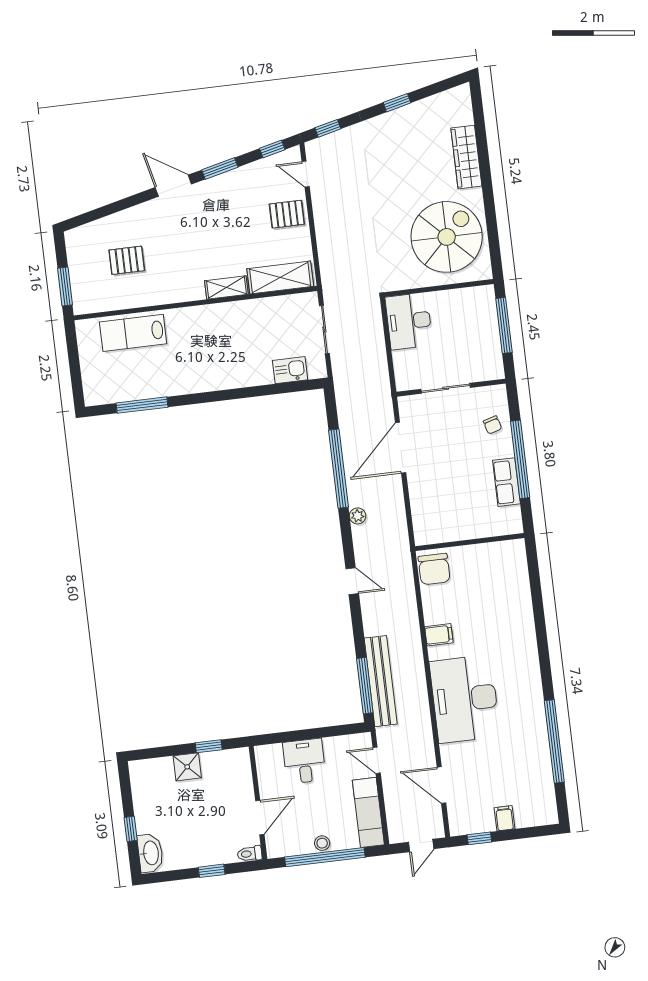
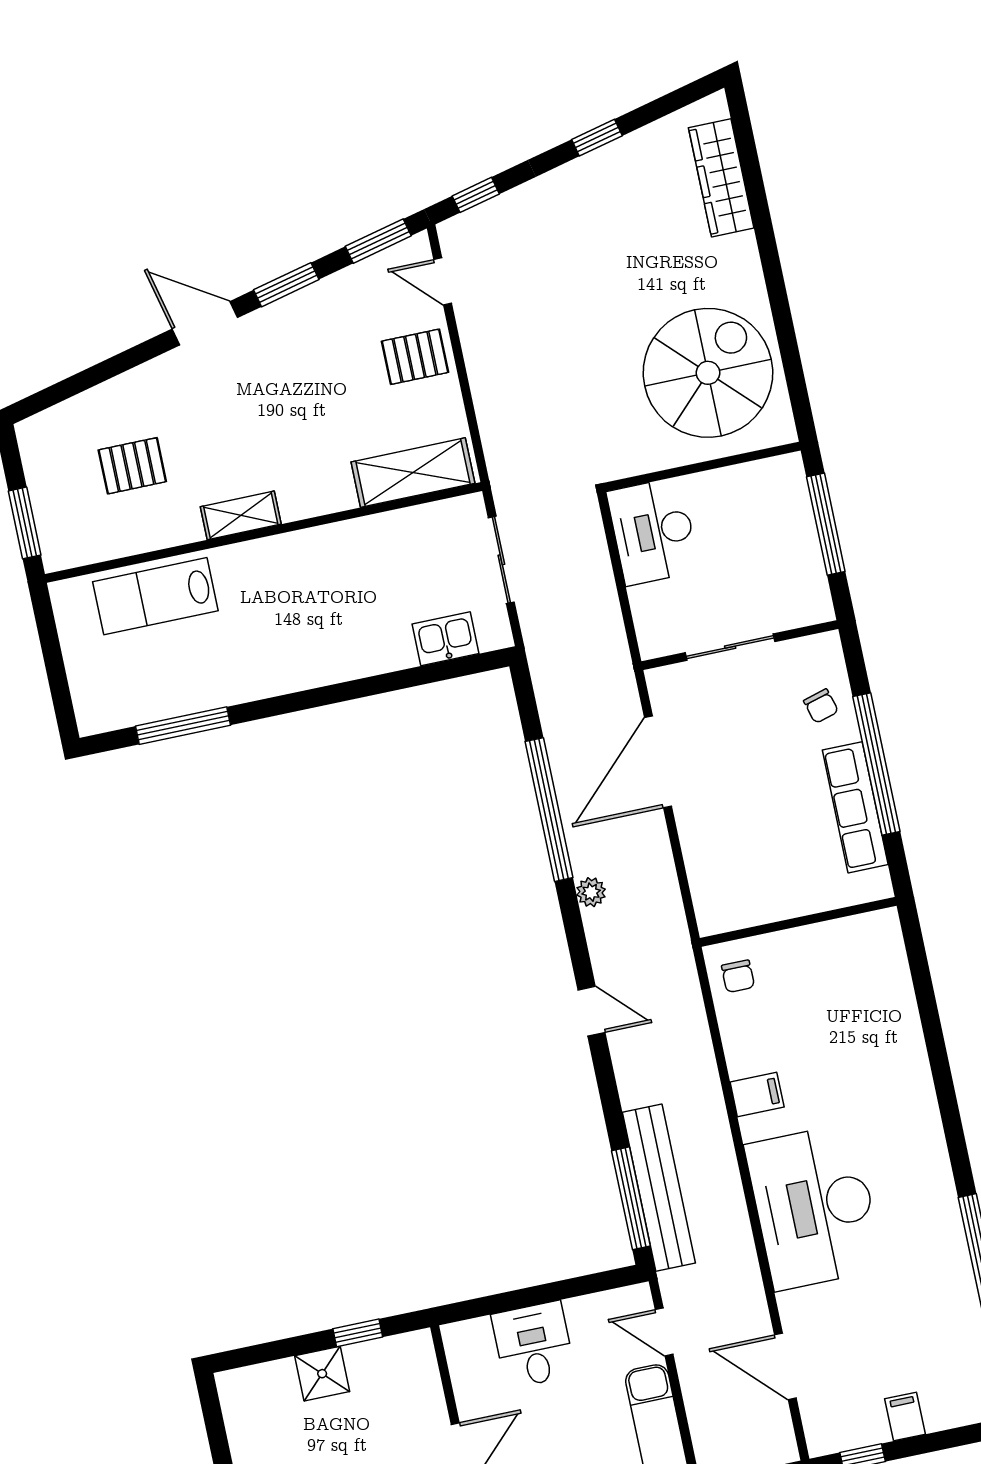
window: (272, 149) -> (378, 241), width x1.50
wardrobe: (466, 157) -> (721, 178), moved
shelving: (226, 288) -> (241, 515), moved
row of seats: (506, 482) -> (855, 807), width x1.48
chair: (434, 569) -> (738, 976), width x0.54, depth x0.54

